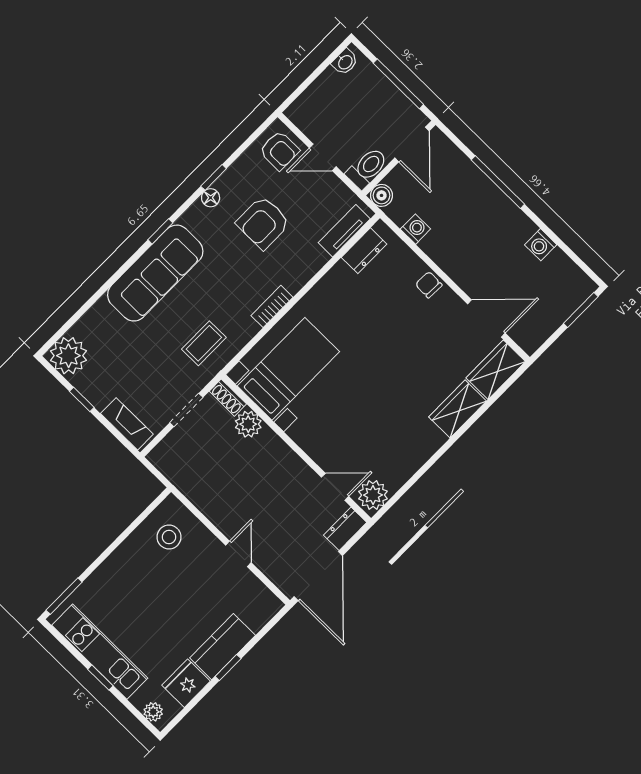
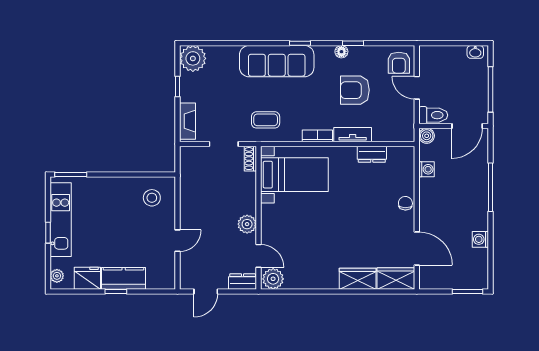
tv unit: (344, 231) -> (353, 135), moved
dresser: (364, 251) -> (372, 154), moved
plant: (248, 424) -> (247, 224), moved
door: (318, 576) -> (206, 291), width x0.53

